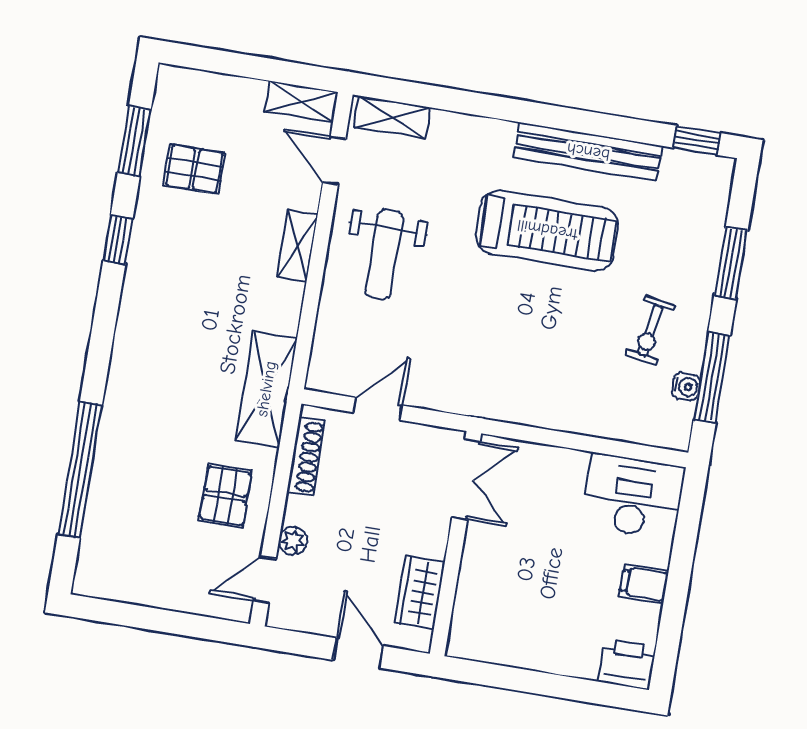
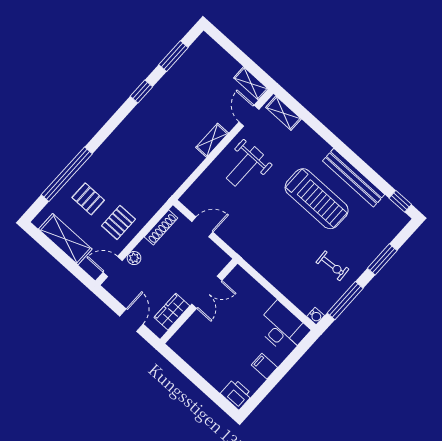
pallet: (194, 169) -> (88, 199), moved
exercise bike: (650, 330) -> (332, 266), turned -103
water cooler: (686, 387) -> (316, 316), moved
shelving: (266, 389) -> (65, 239), moved, turned 90
double door: (466, 480) -> (207, 292), moved

